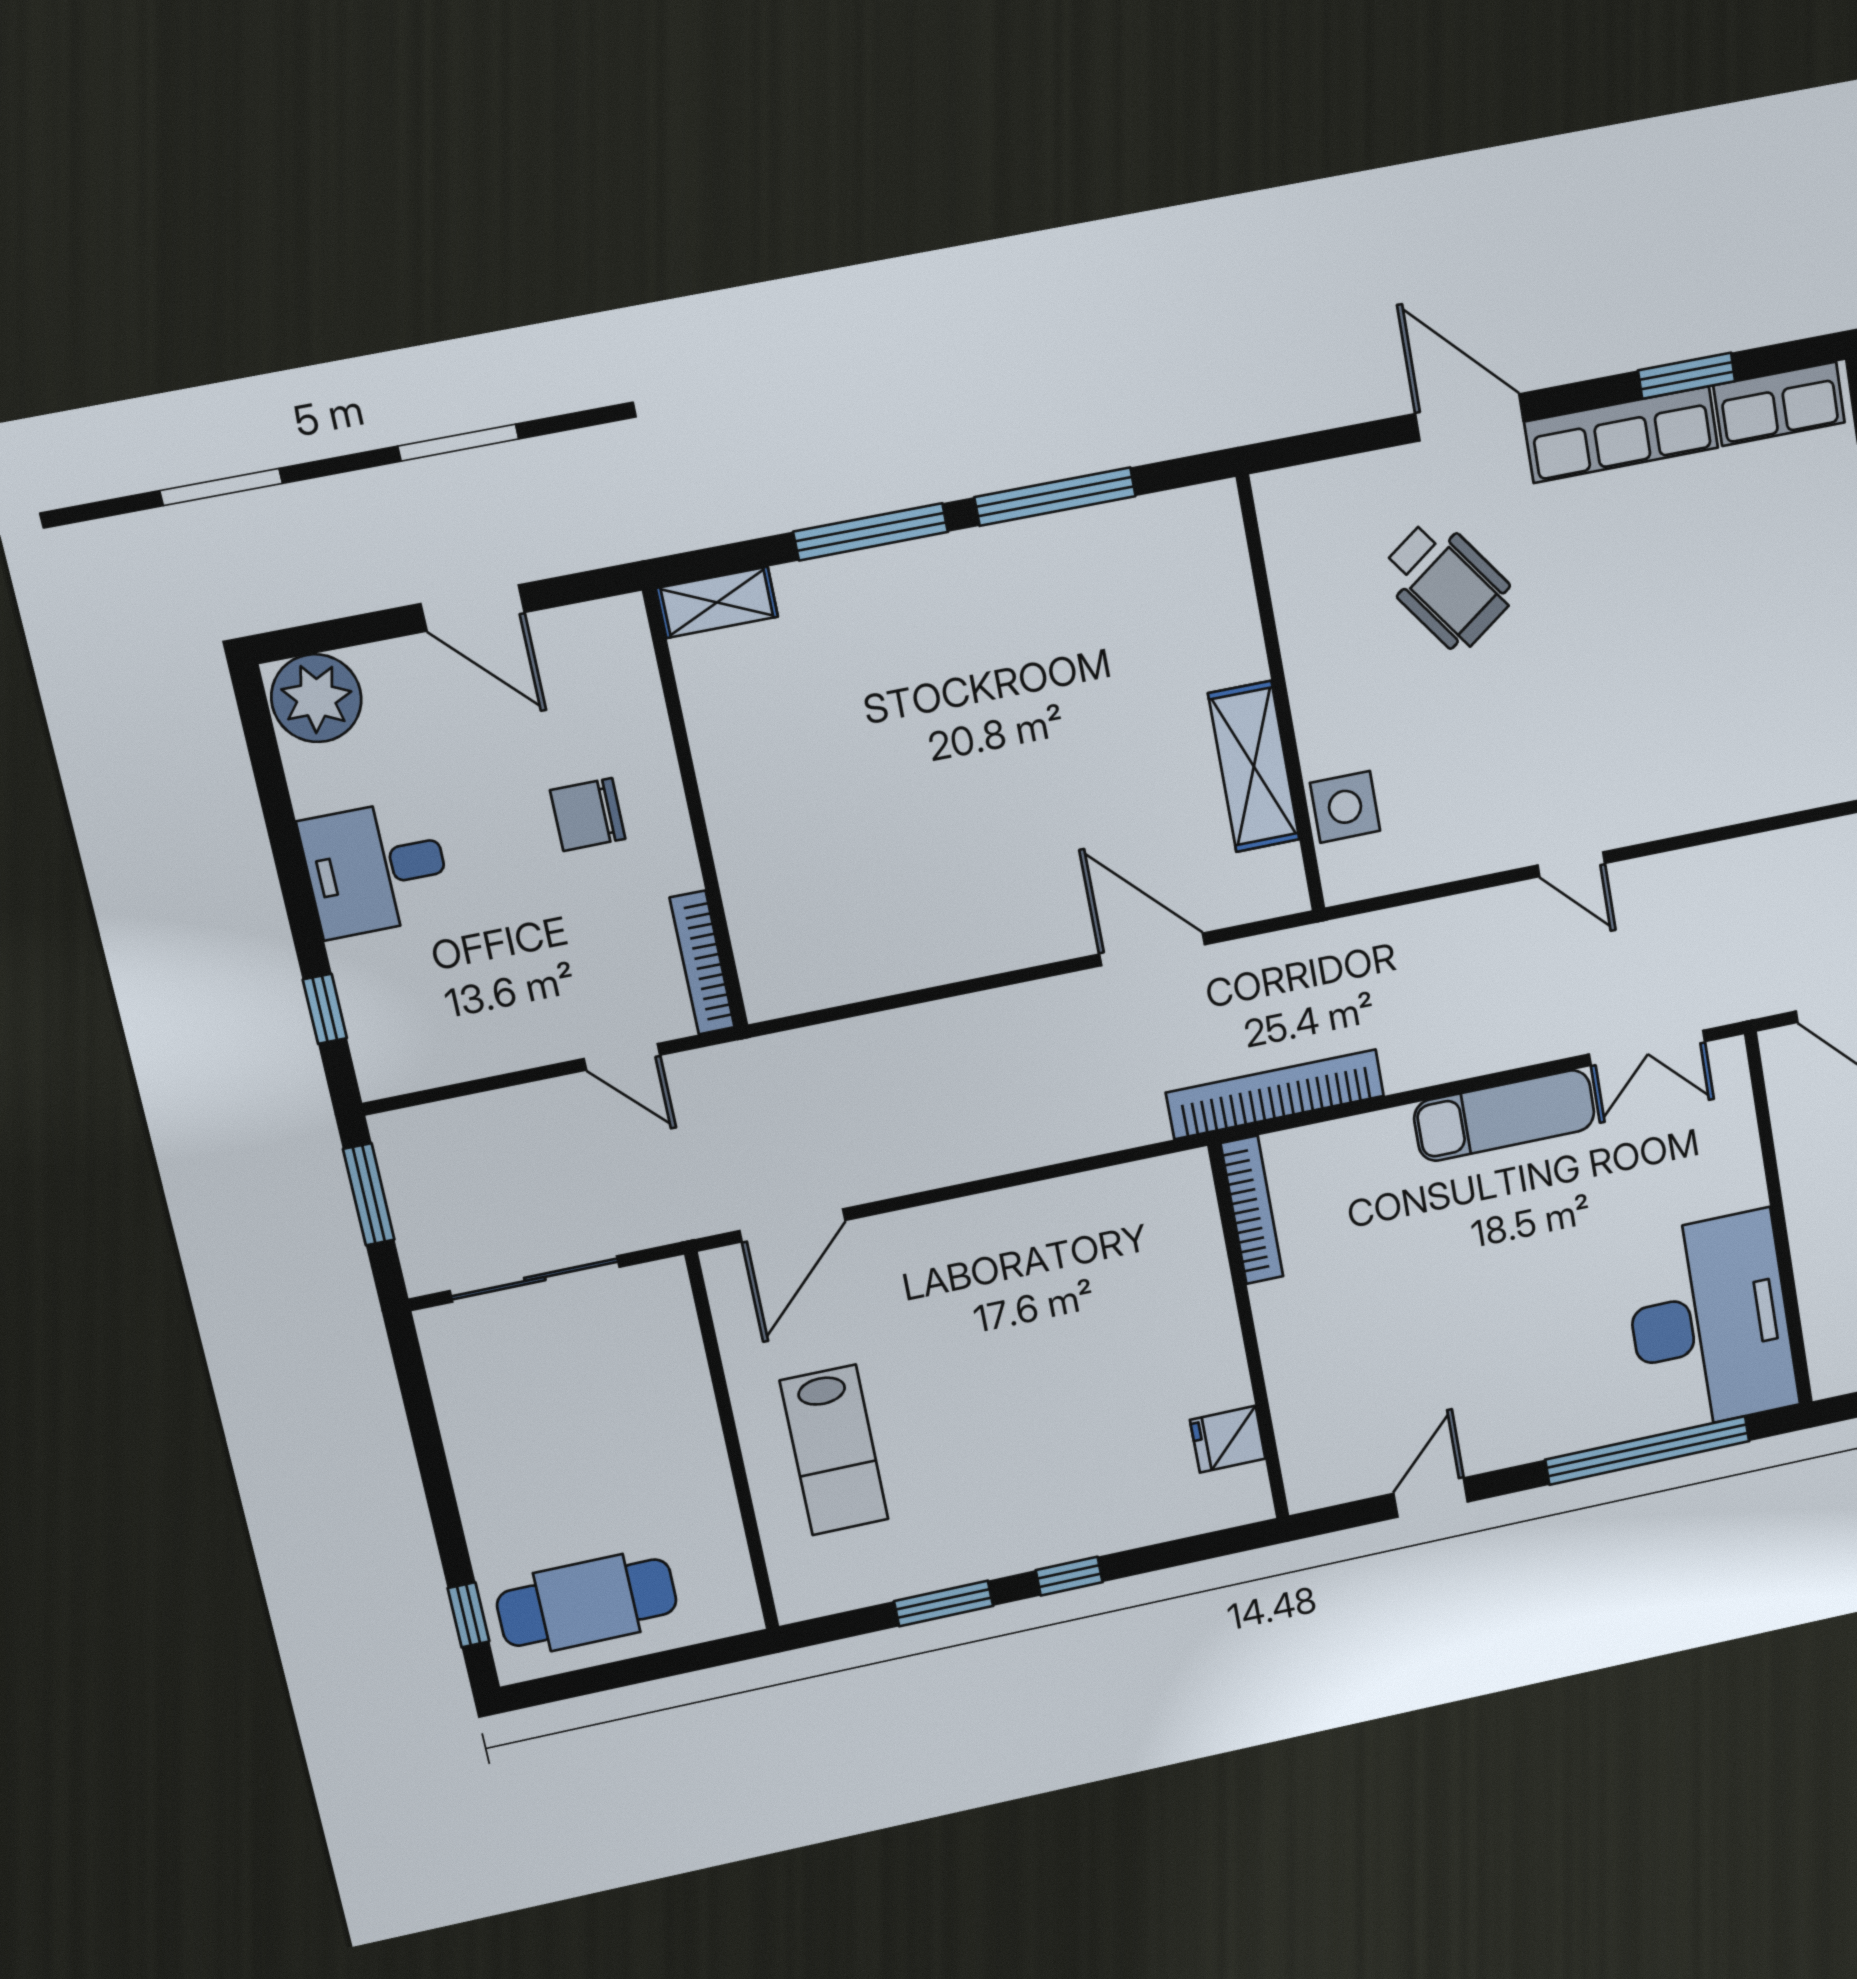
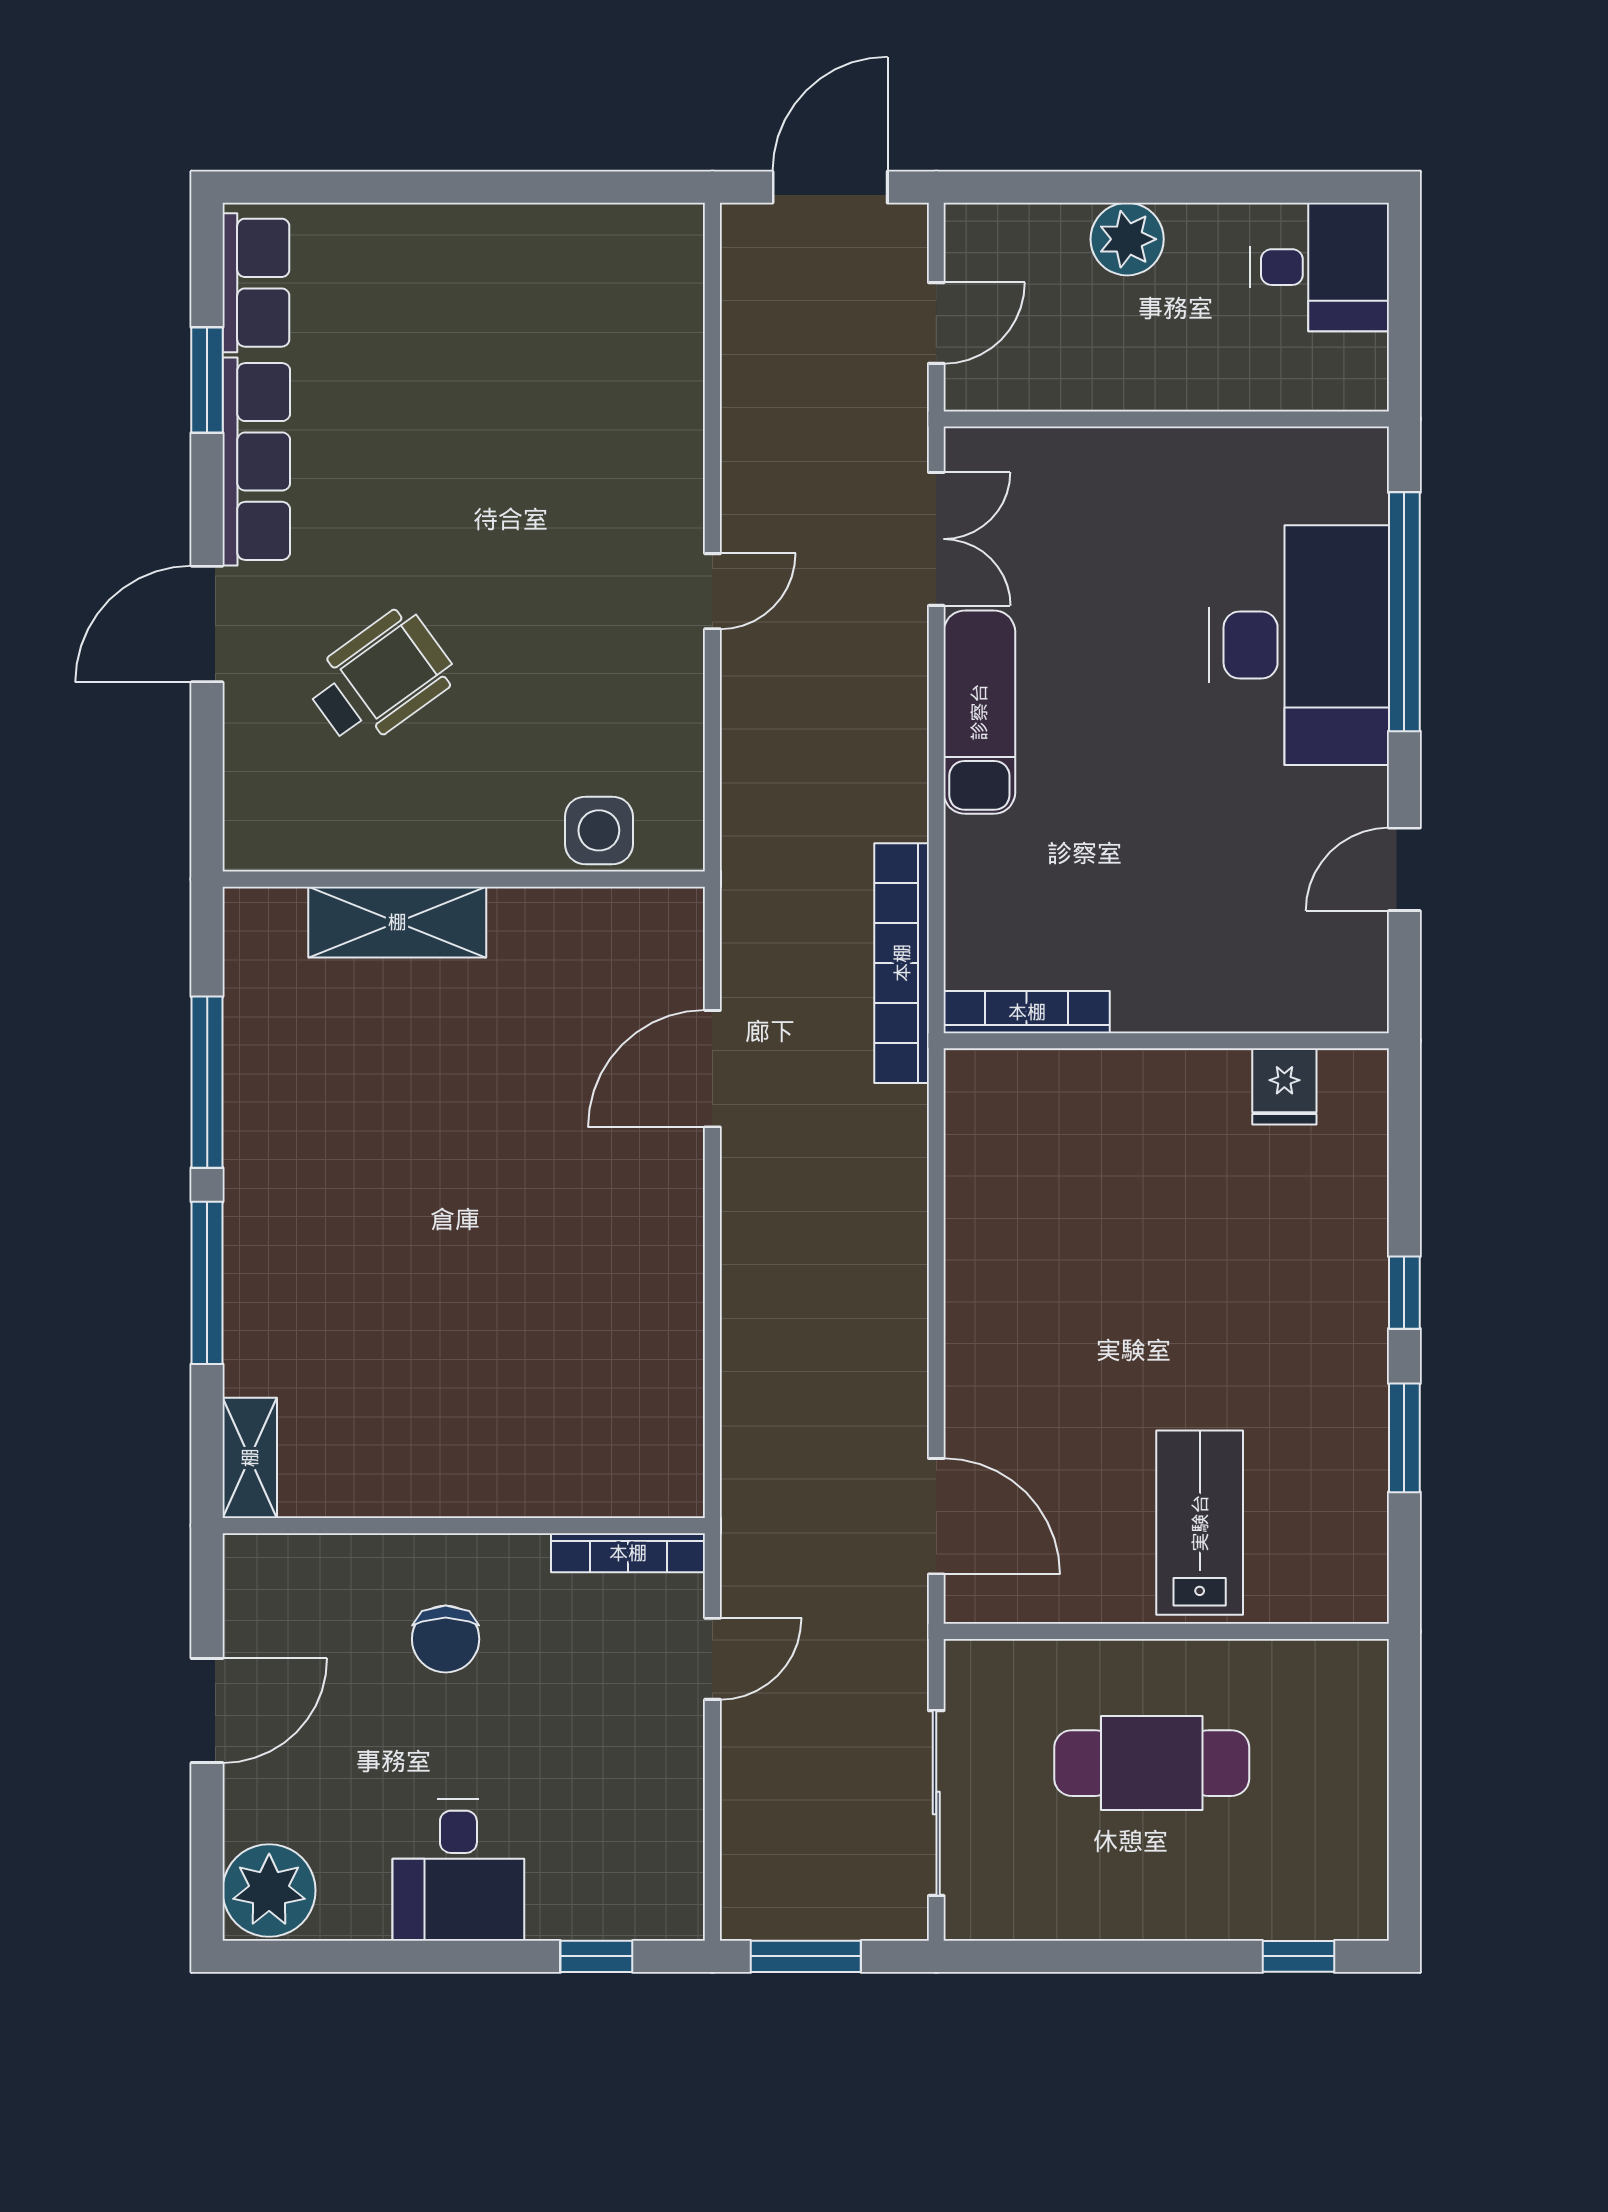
shelving: (1254, 767) -> (397, 922), moved
desk: (1710, 1322) -> (1299, 645), moved, turned 90
lab bench: (834, 1450) -> (1200, 1523), turned -90
door: (1431, 1498) -> (1404, 869), hinge flipped
cafe table: (587, 1603) -> (1152, 1763), moved, turned 90

